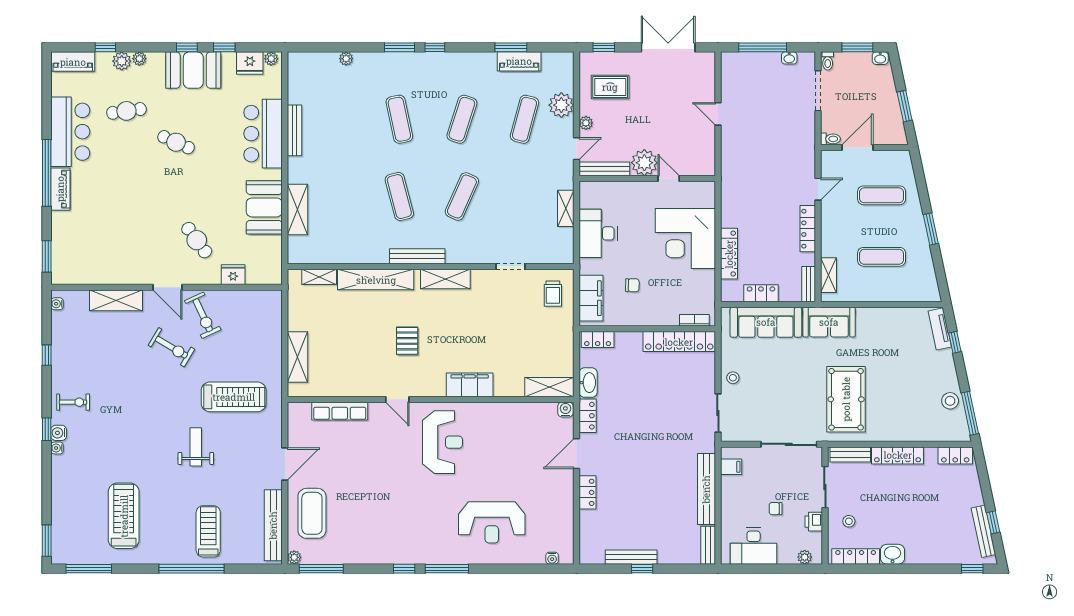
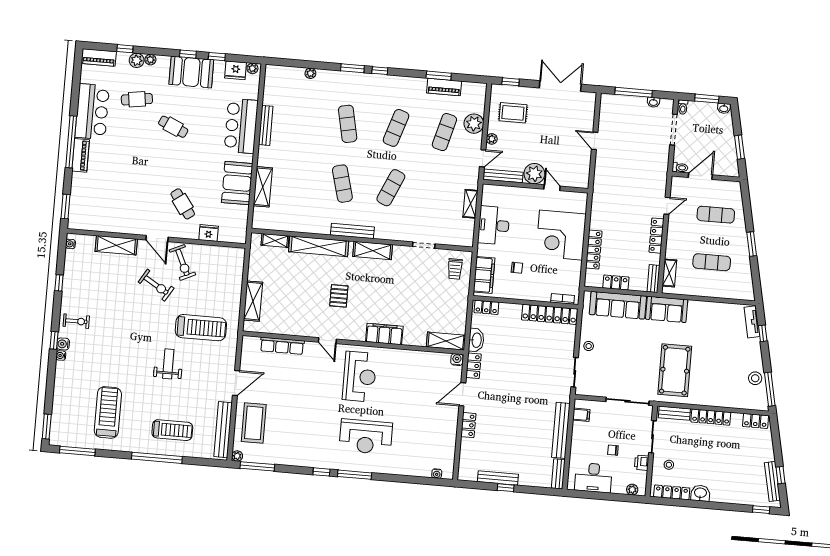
reception desk: (492, 522) -> (366, 437), moved
treadmill: (208, 531) -> (172, 430), turned 90

